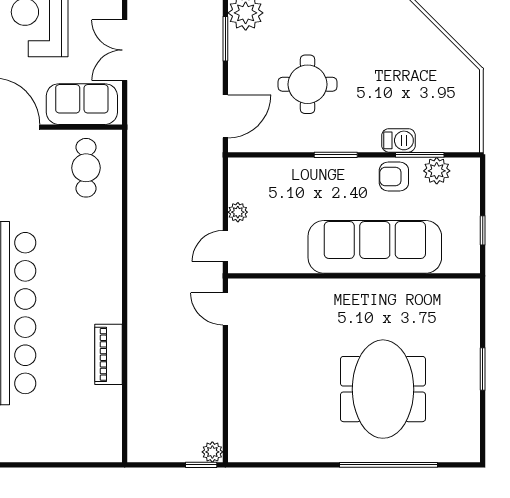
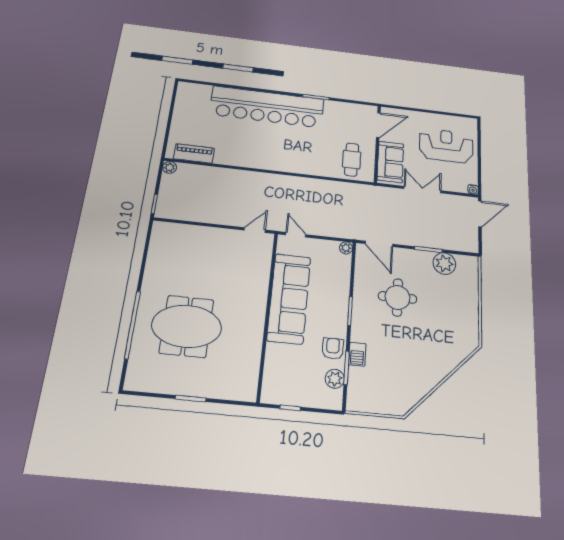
cafe table: (86, 168) -> (352, 160), turned 90
plant: (238, 212) -> (346, 248), moved
sofa: (375, 247) -> (289, 298), moved
piano: (108, 354) -> (194, 153), moved
plant: (212, 452) -> (170, 167), moved

